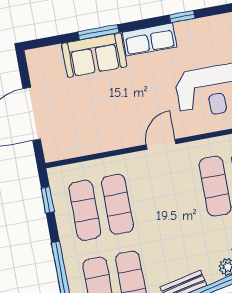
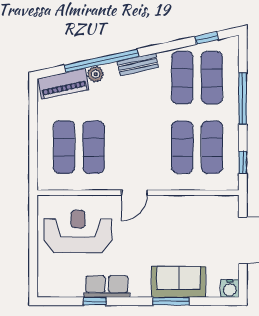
row of seats: (149, 39) -> (107, 287), moved
water cooler: (36, 58) -> (230, 288), added

